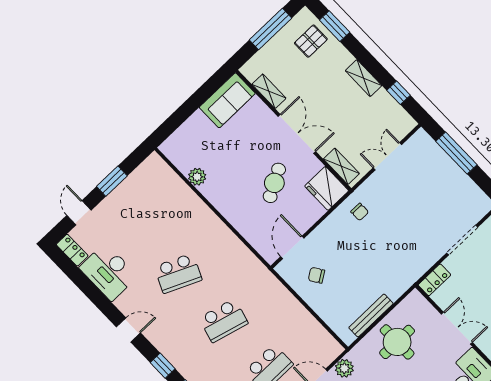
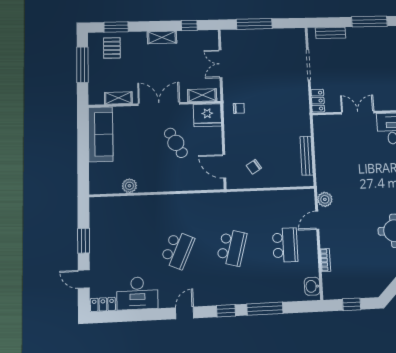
sofa: (227, 100) -> (101, 134), width x1.36
round table: (397, 342) -> (336, 154), removed

